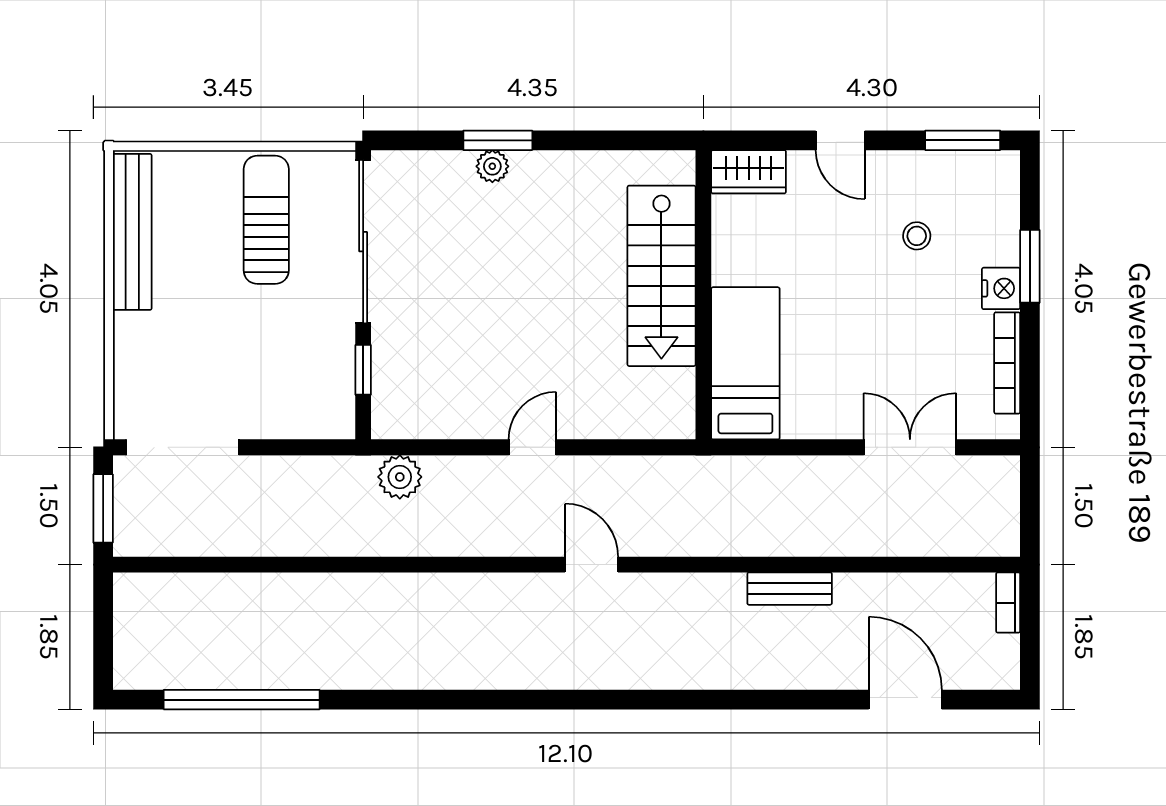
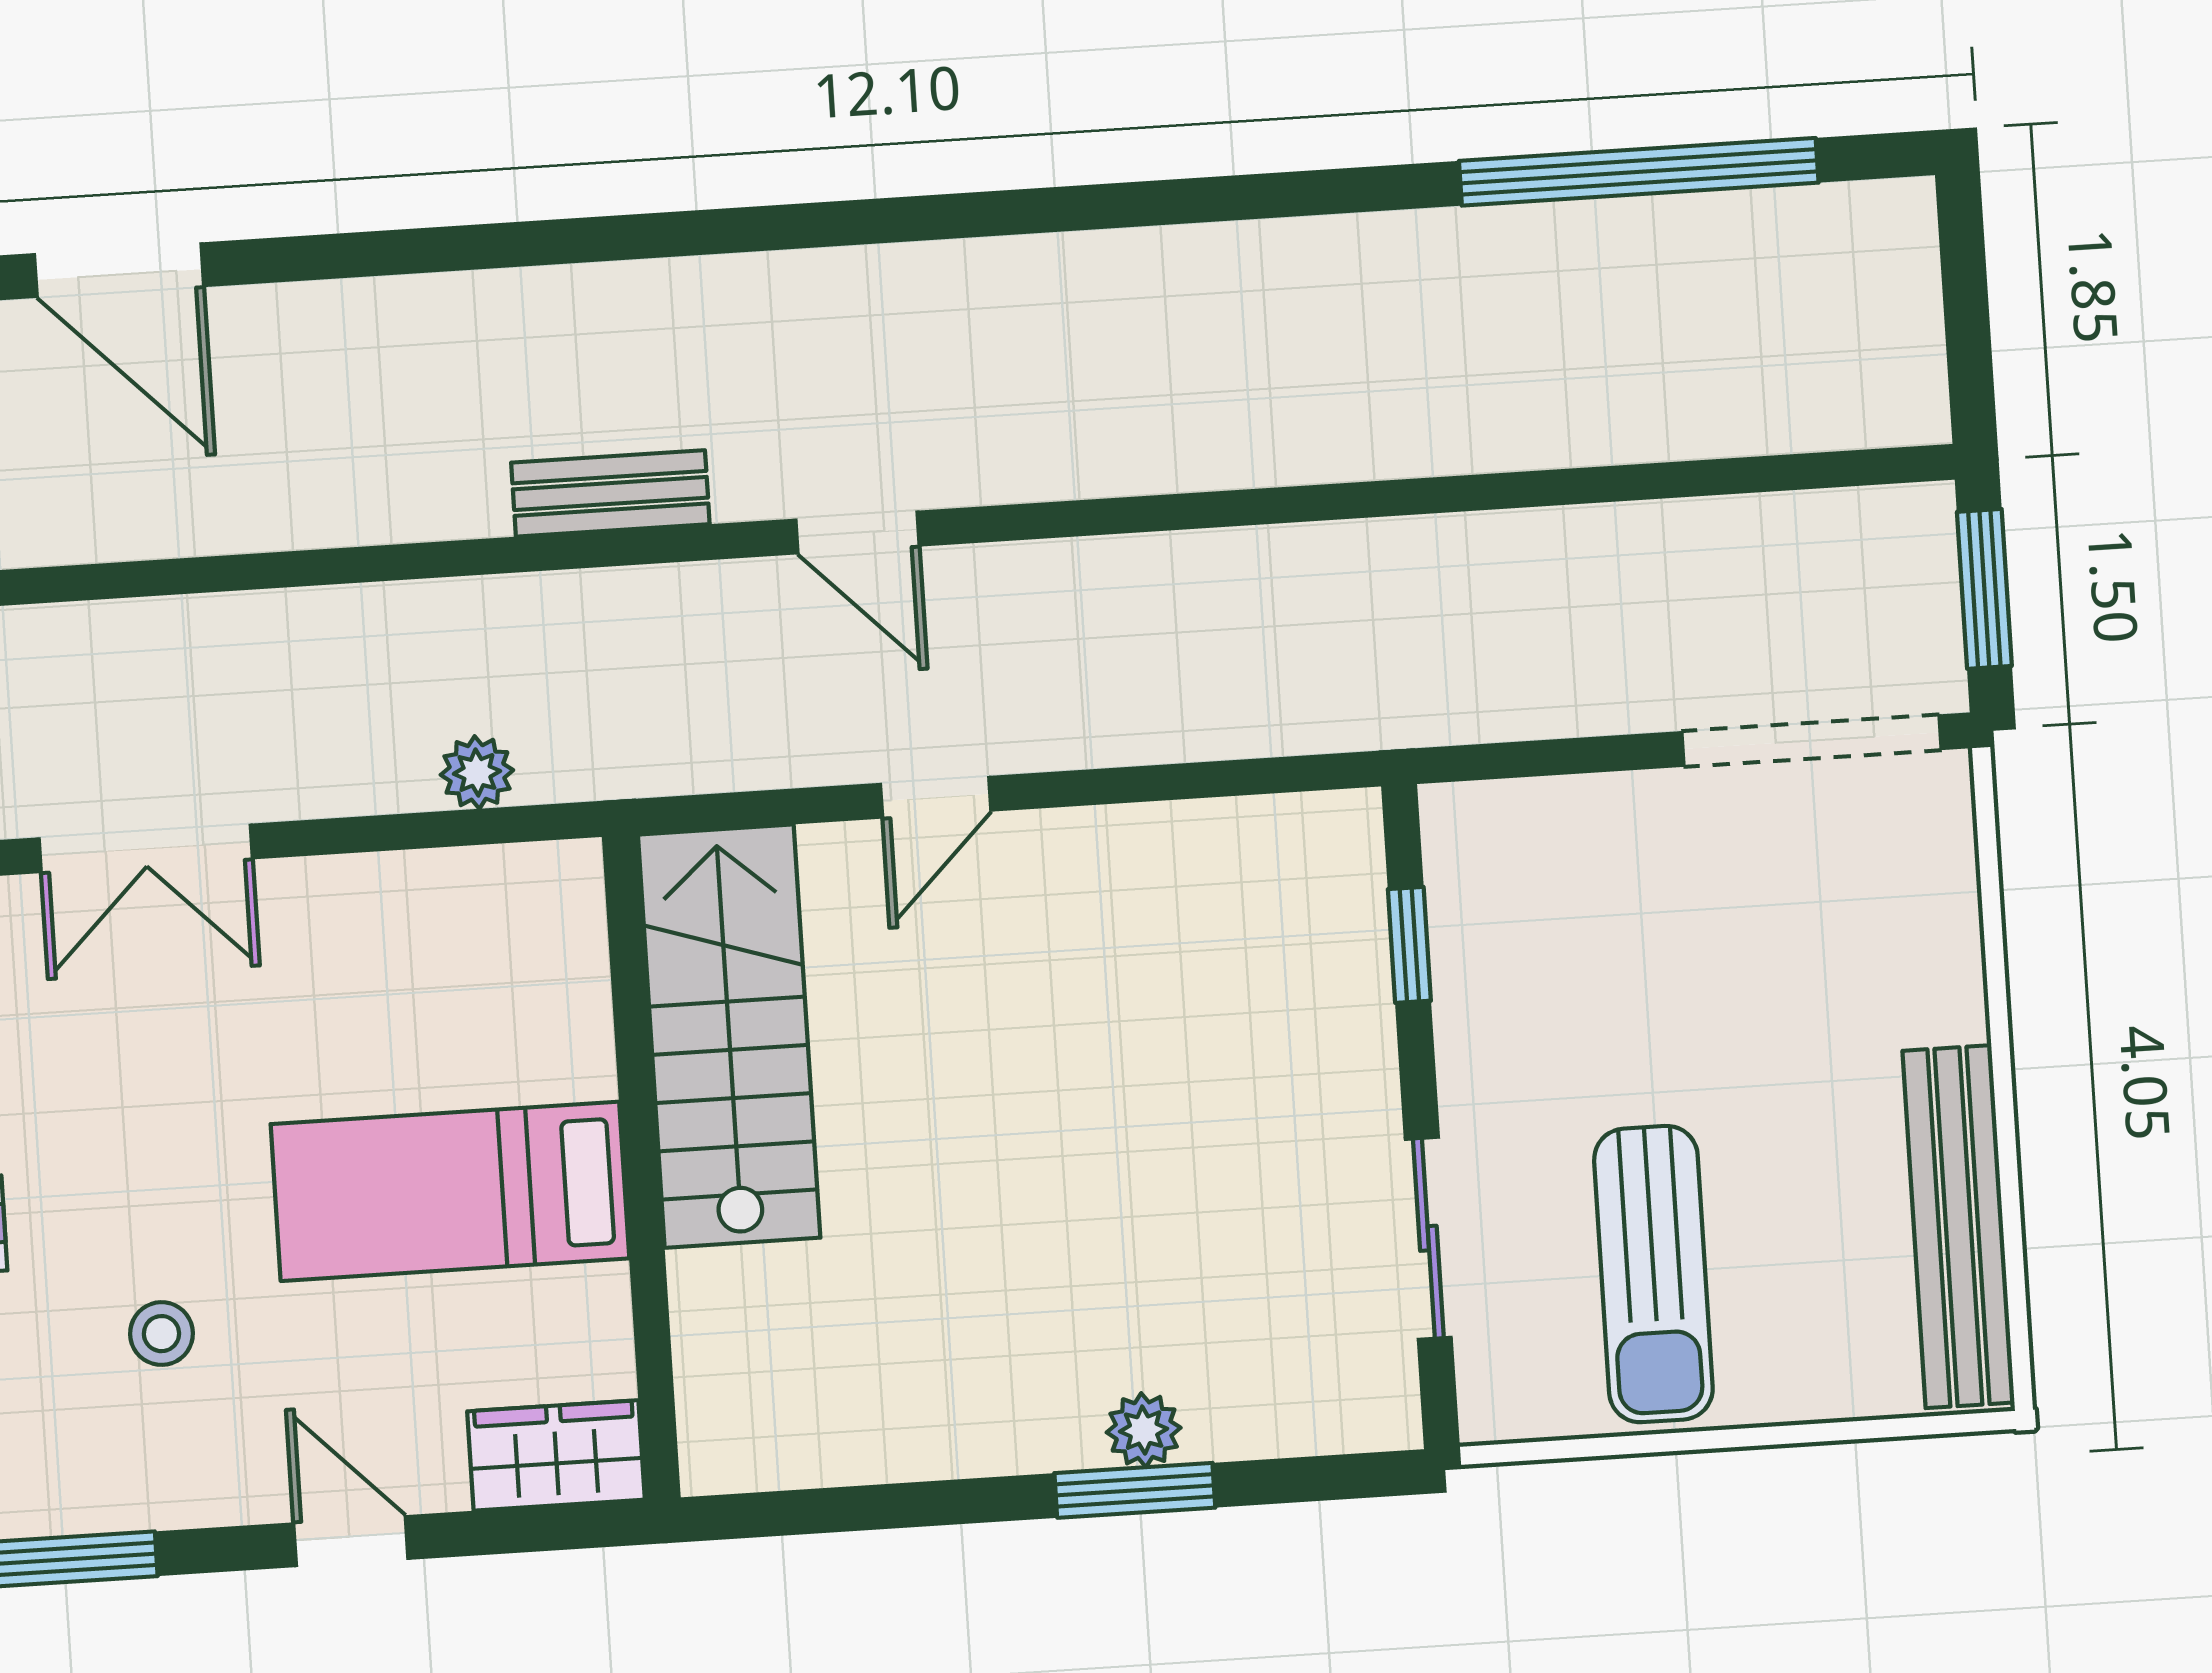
sliding door: (363, 242) -> (1428, 1238), width x0.54
stairs: (661, 276) -> (729, 1036), moved
bed: (745, 363) -> (450, 1191), moved, turned 90
door: (532, 447) -> (936, 797), moved
plant: (400, 477) -> (477, 772), moved, width x0.73, depth x0.73
bench: (790, 589) -> (610, 493), moved

